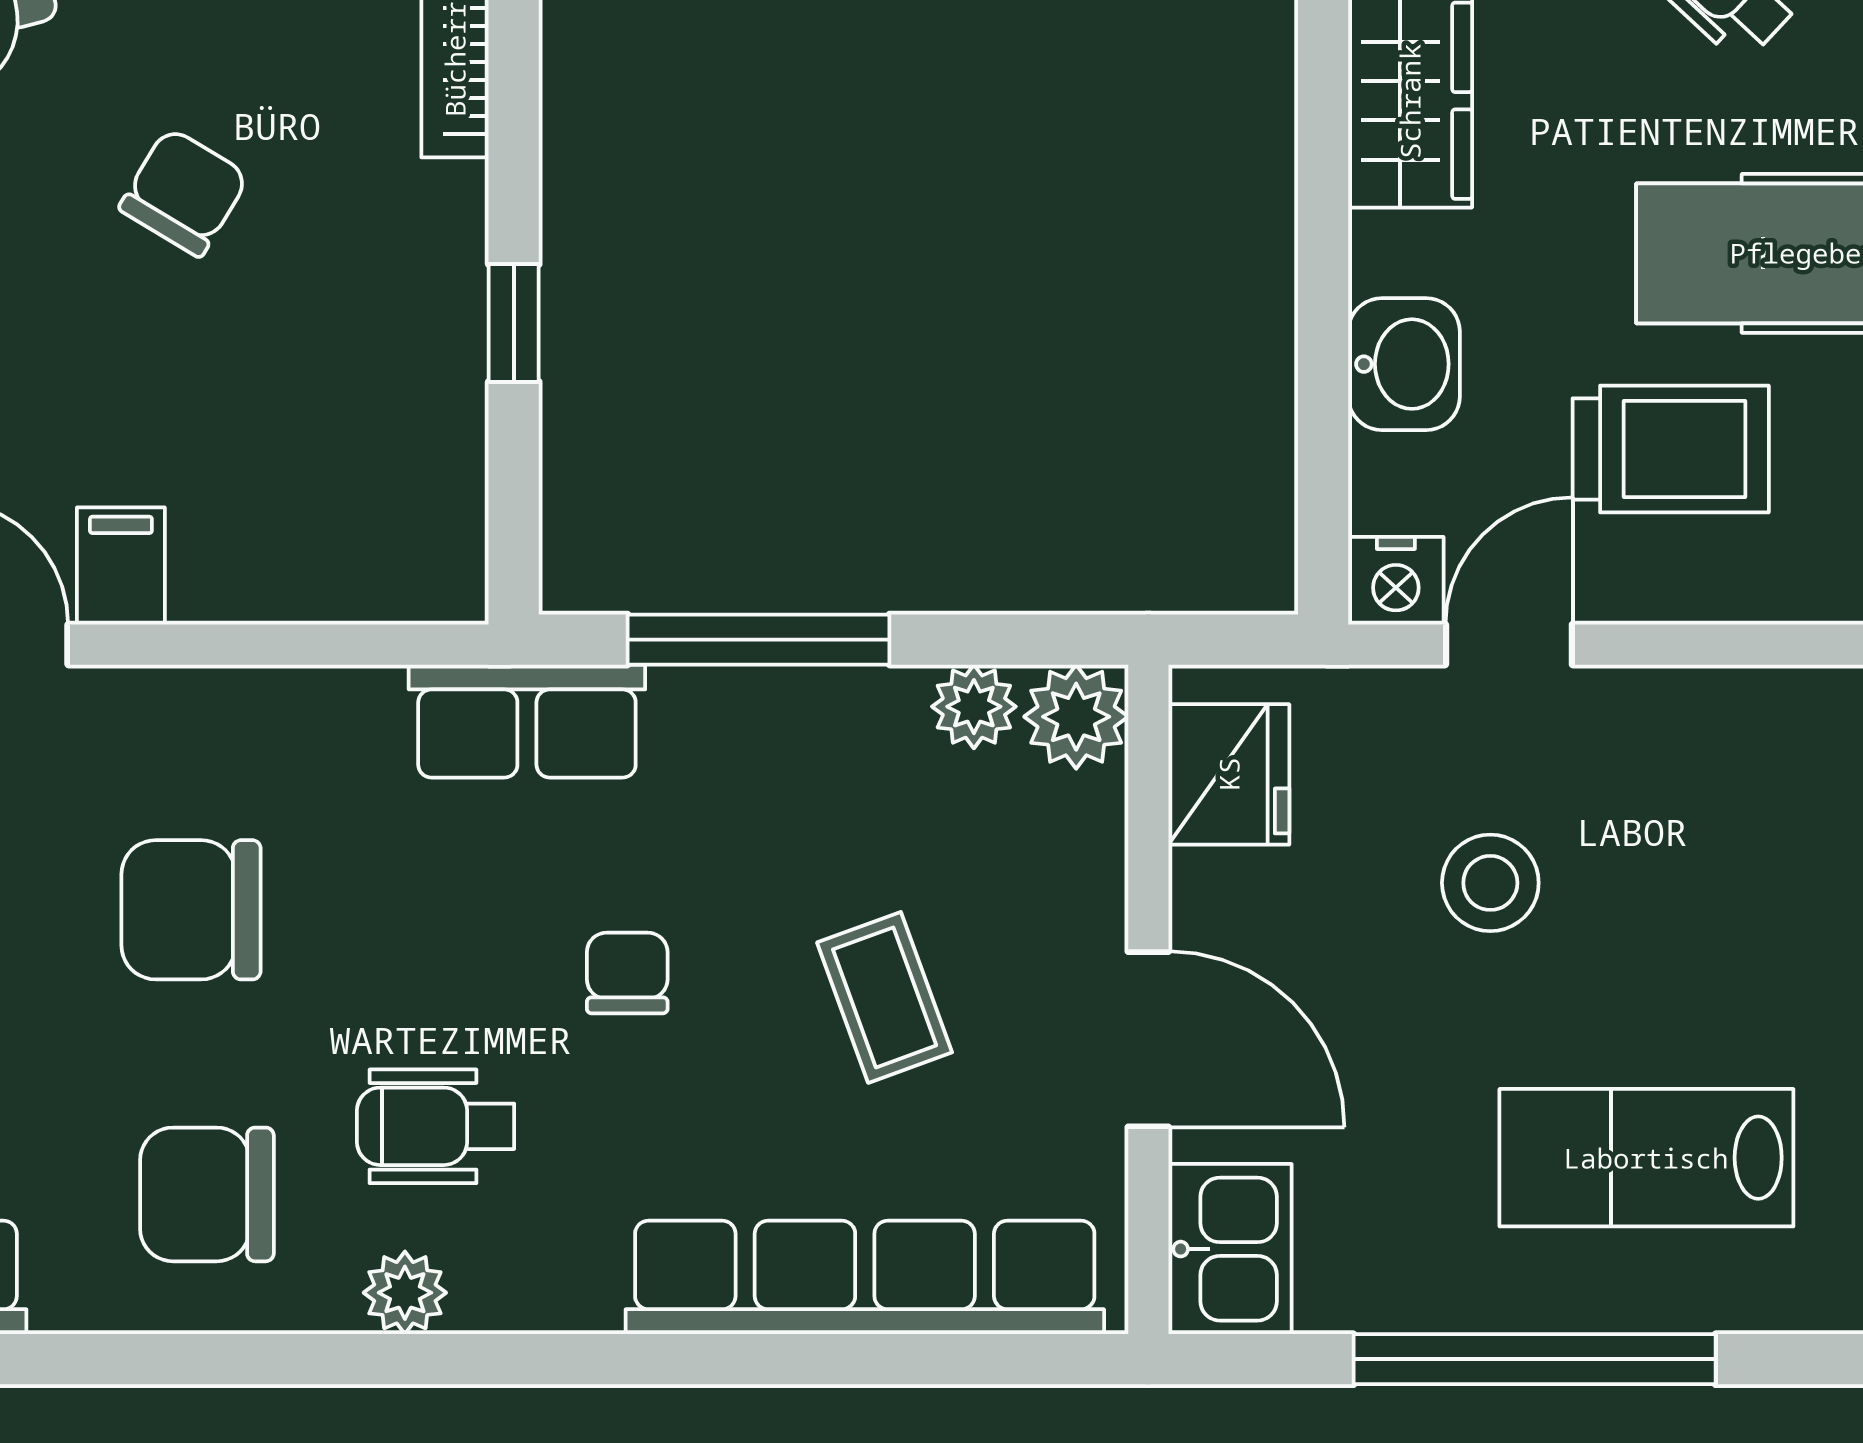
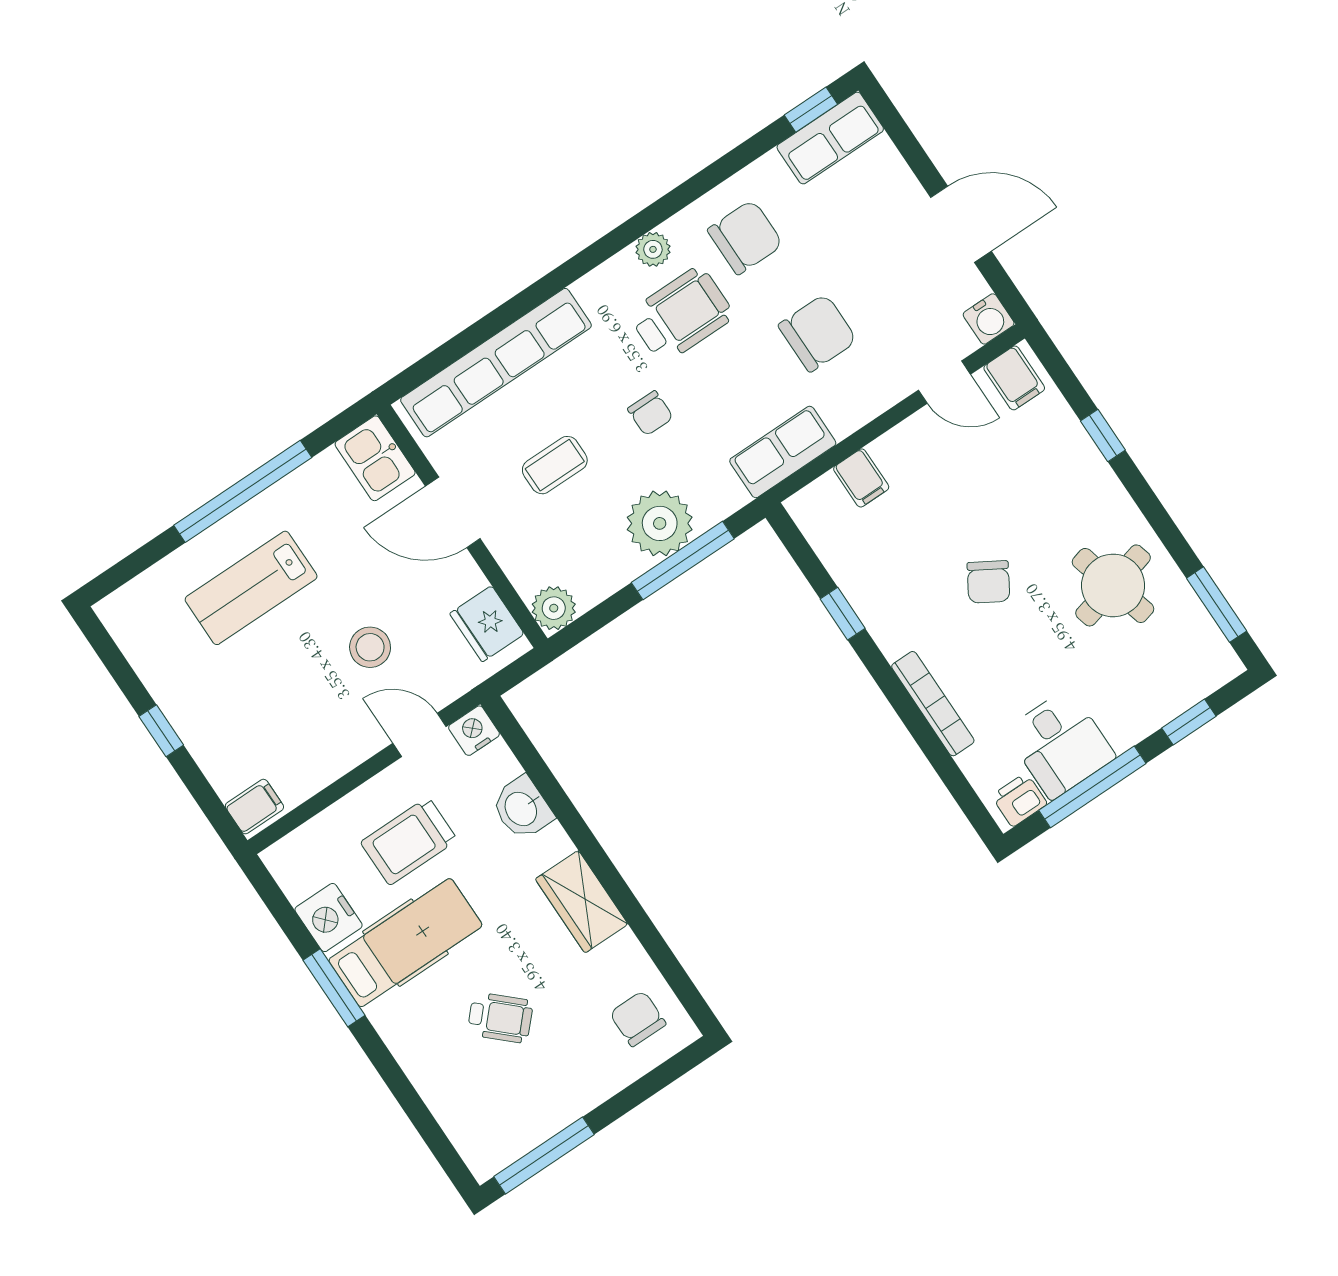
filing cabinet: (121, 566) -> (861, 478), moved
door: (1509, 645) -> (420, 735), swing flipped
plant: (974, 707) -> (660, 523), moved, width x1.87, depth x1.87
row of seats: (527, 721) -> (783, 452), moved
coffee table: (885, 997) -> (555, 465), turned -70
wheelchair: (436, 1126) -> (681, 315), width x1.36, depth x1.37
lab bench: (1646, 1158) -> (251, 588), turned 180

